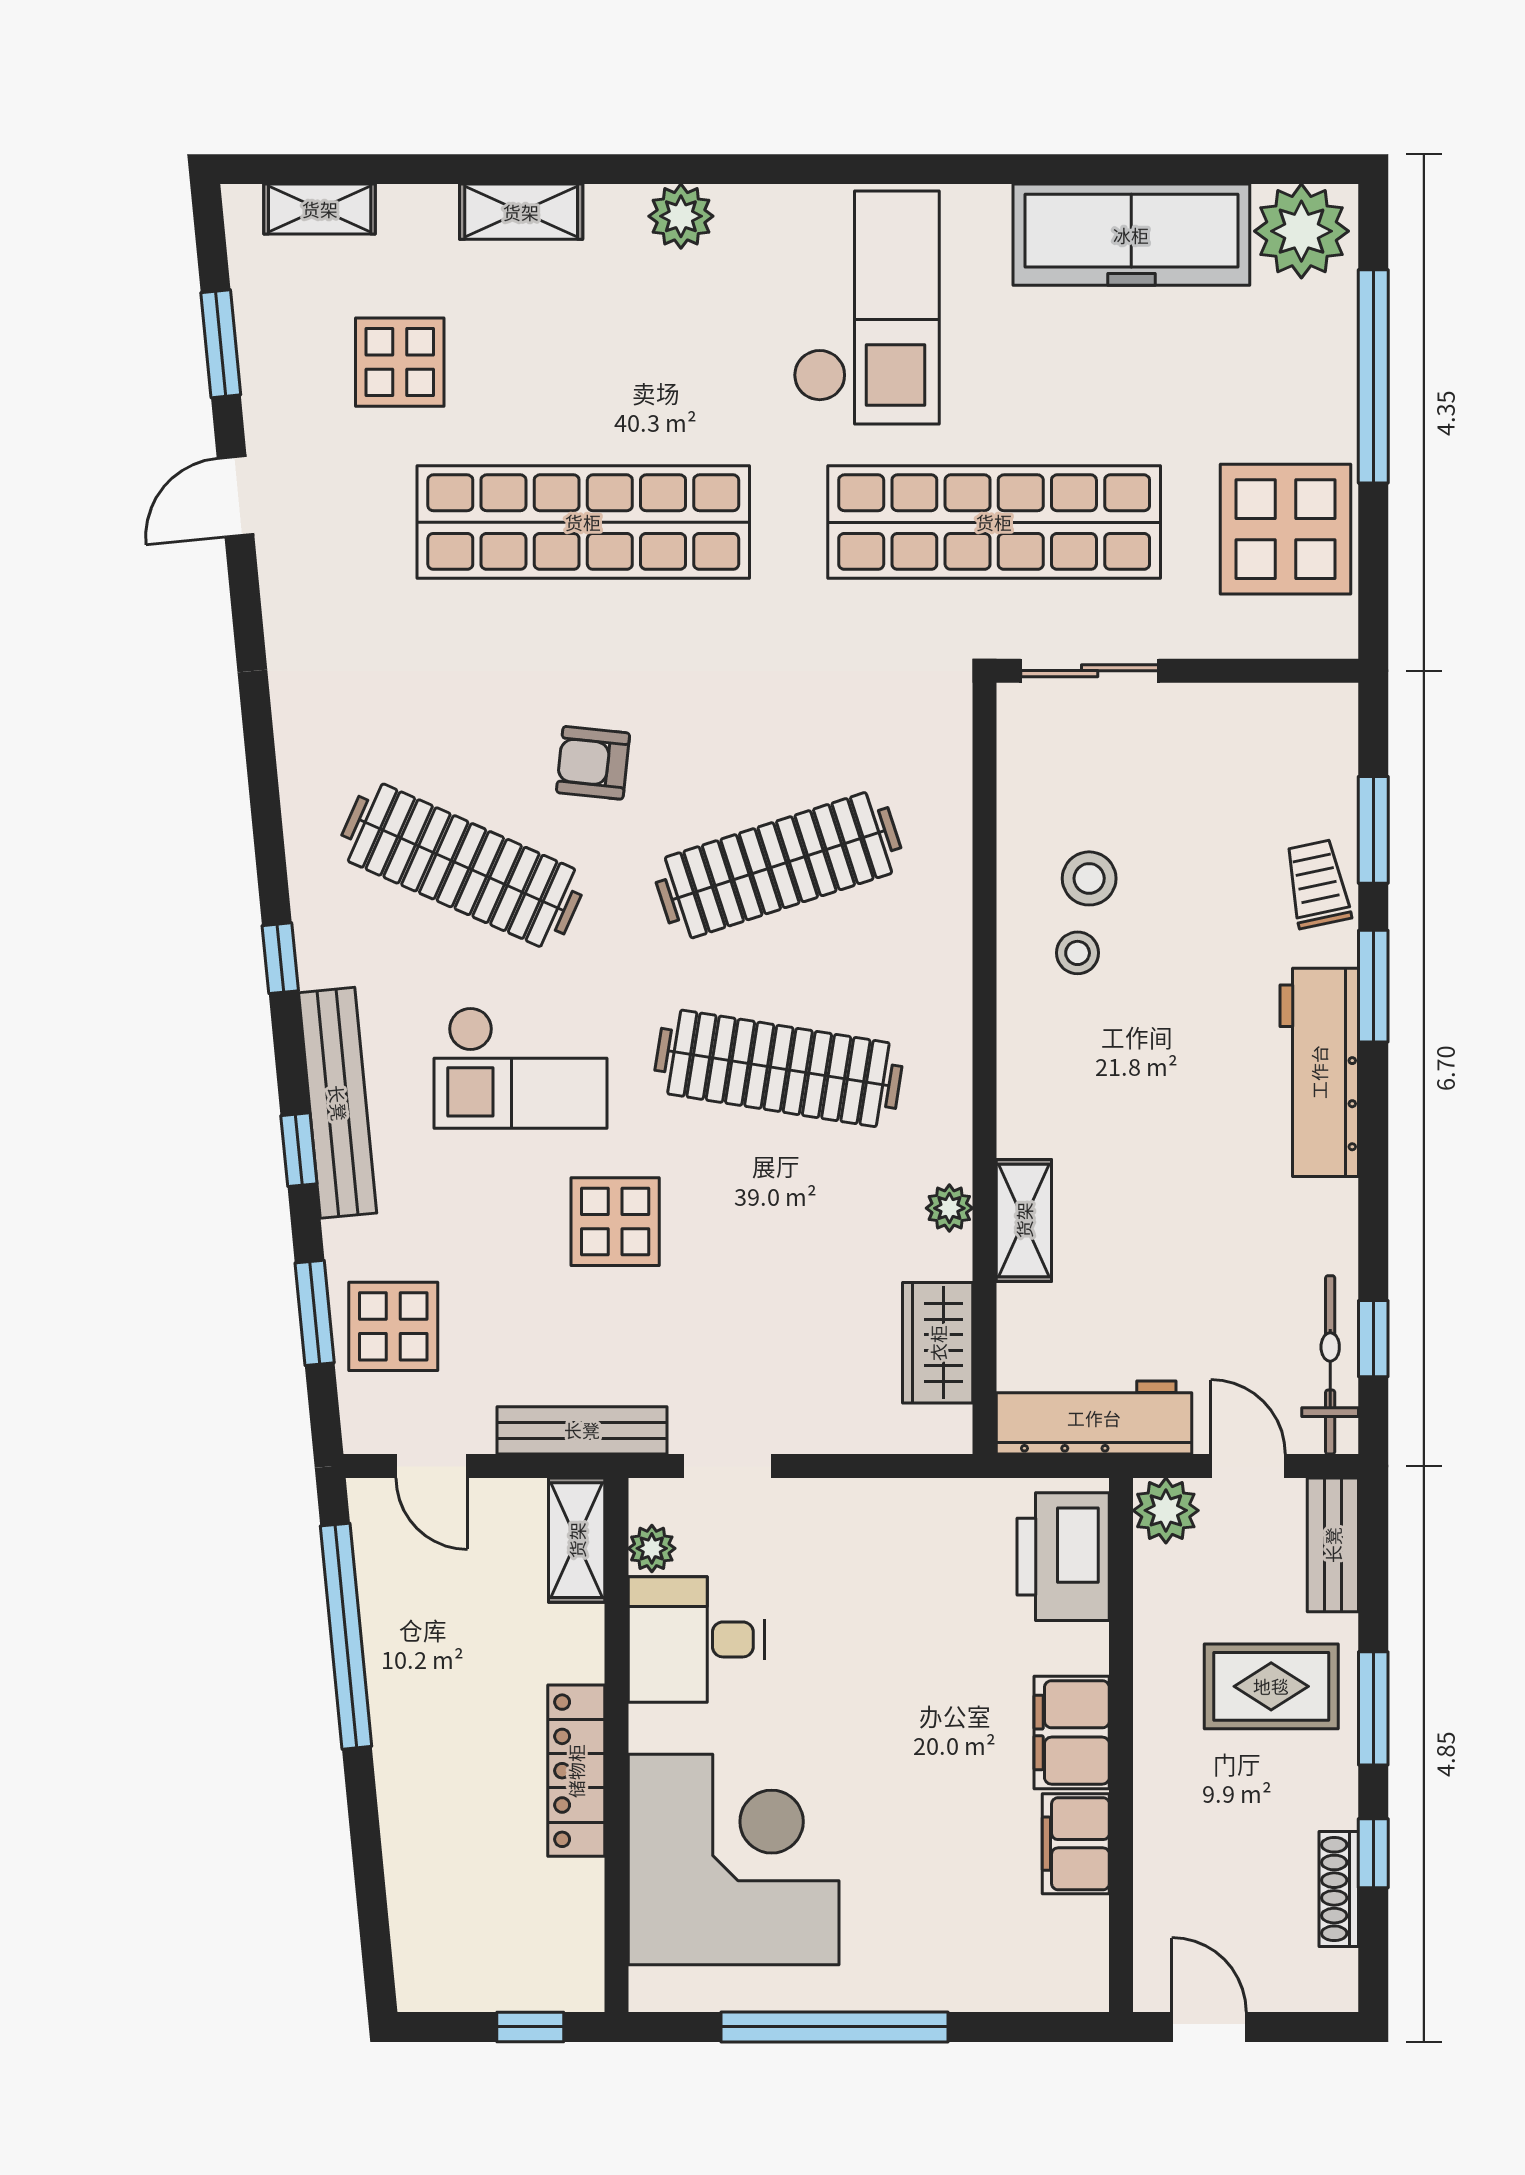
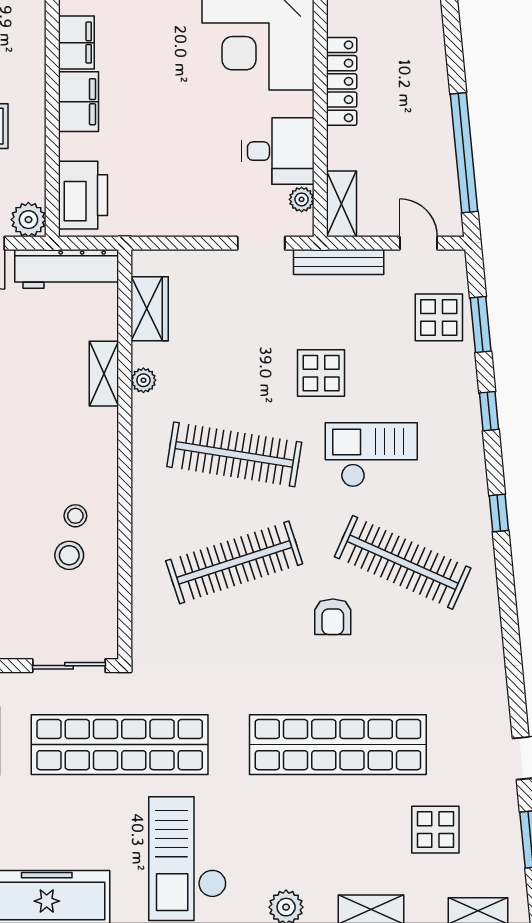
armchair: (593, 763) -> (333, 617), turned 84
bench: (338, 1103) -> (468, 436), removed

